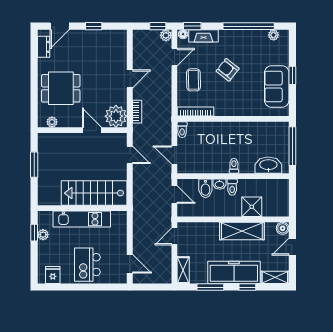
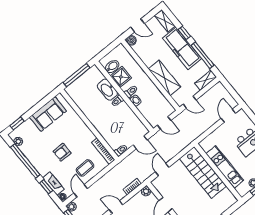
window: (192, 26) -> (46, 187), moved
door: (174, 57) -> (81, 191), hinge flipped
armchair: (228, 70) -> (62, 152), turned 52
window: (292, 75) -> (17, 123), moved
plant: (116, 116) -> (146, 191), width x0.53, depth x0.53
door: (174, 155) -> (140, 142), hinge flipped
washbasin: (268, 165) -> (107, 90), moved
bidet: (205, 188) -> (112, 67), moved
door: (174, 195) -> (164, 123), swing flipped
shower: (252, 207) -> (121, 77), moved
shelving: (242, 231) -> (164, 78), moved
window: (210, 287) -> (203, 55), width x1.44

